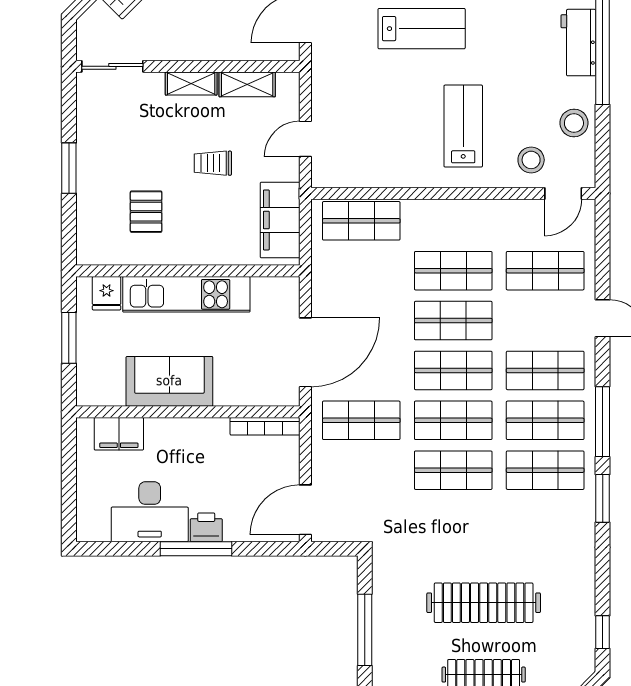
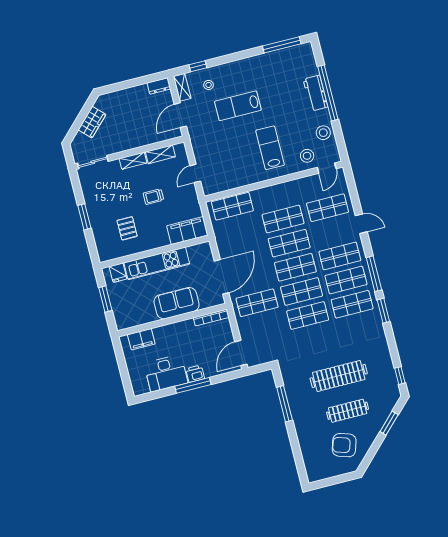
lab bench: (422, 29) -> (238, 106), turned 180
filing cabinet: (280, 220) -> (187, 231), moved, turned 90
sofa: (169, 381) -> (177, 303), moved

